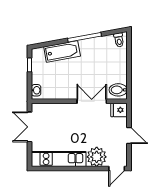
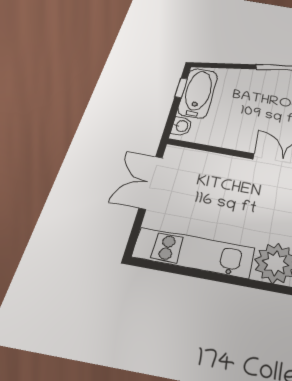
bathtub: (62, 51) -> (198, 93), moved, turned -80

